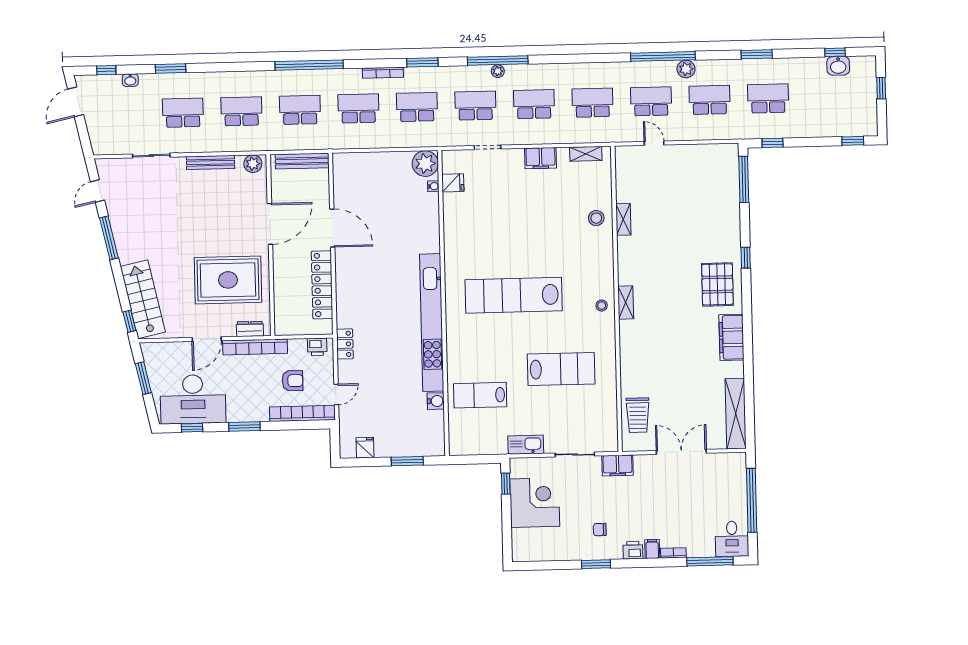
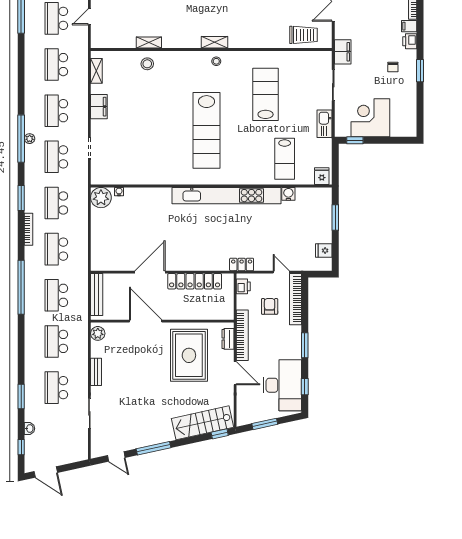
bench: (210, 162) -> (96, 372), width x0.73
fridge: (453, 183) -> (322, 176), moved

